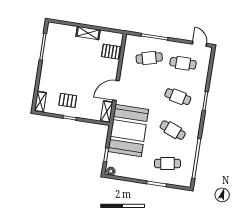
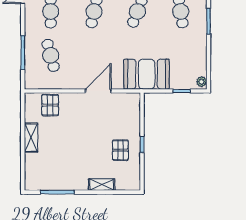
door: (116, 90) -> (98, 91), swing flipped
shelving: (40, 102) -> (102, 185), moved
shelving: (107, 112) -> (127, 99), removed
booth: (128, 131) -> (147, 74), width x0.73, depth x0.70

